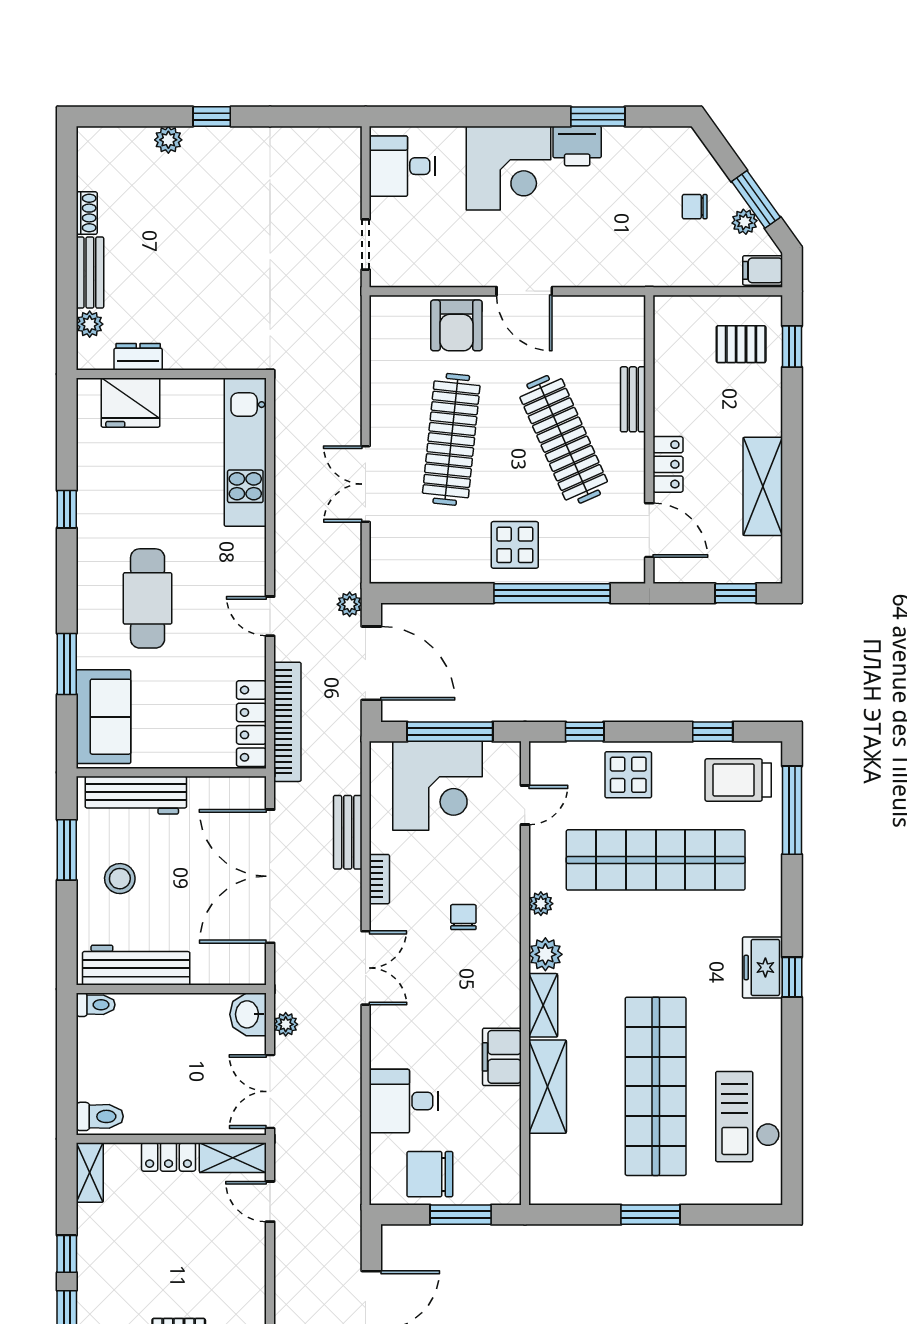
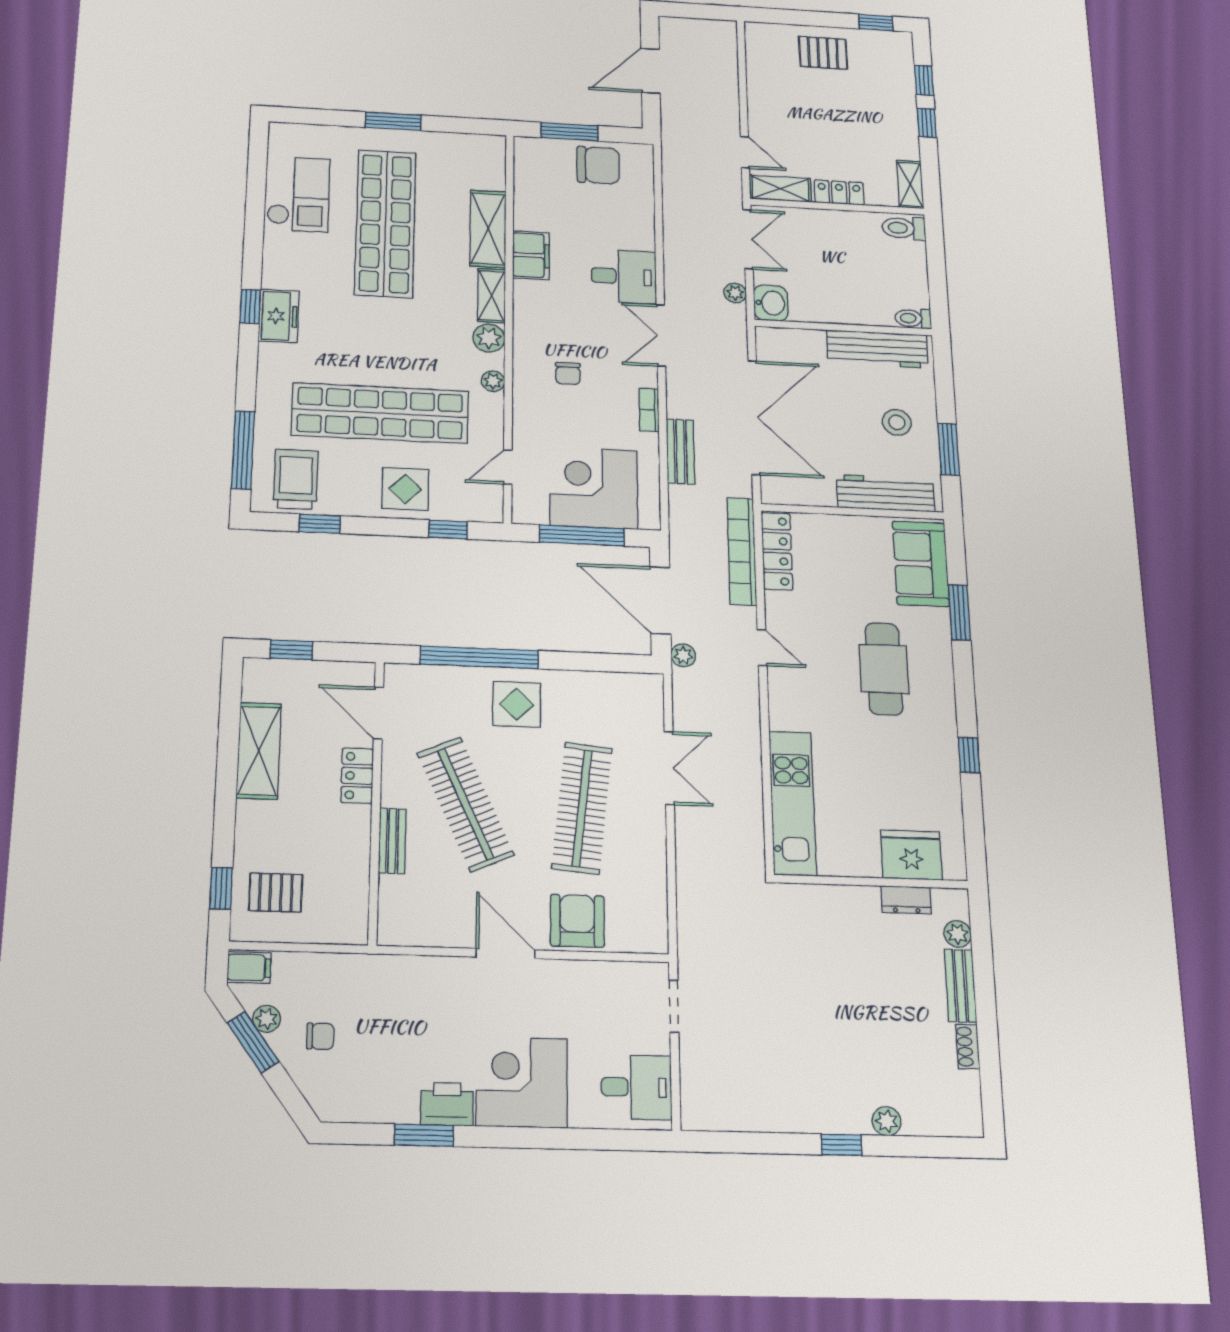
trolley: (738, 780) -> (296, 479), turned -90
desk: (404, 1101) -> (624, 277), moved

